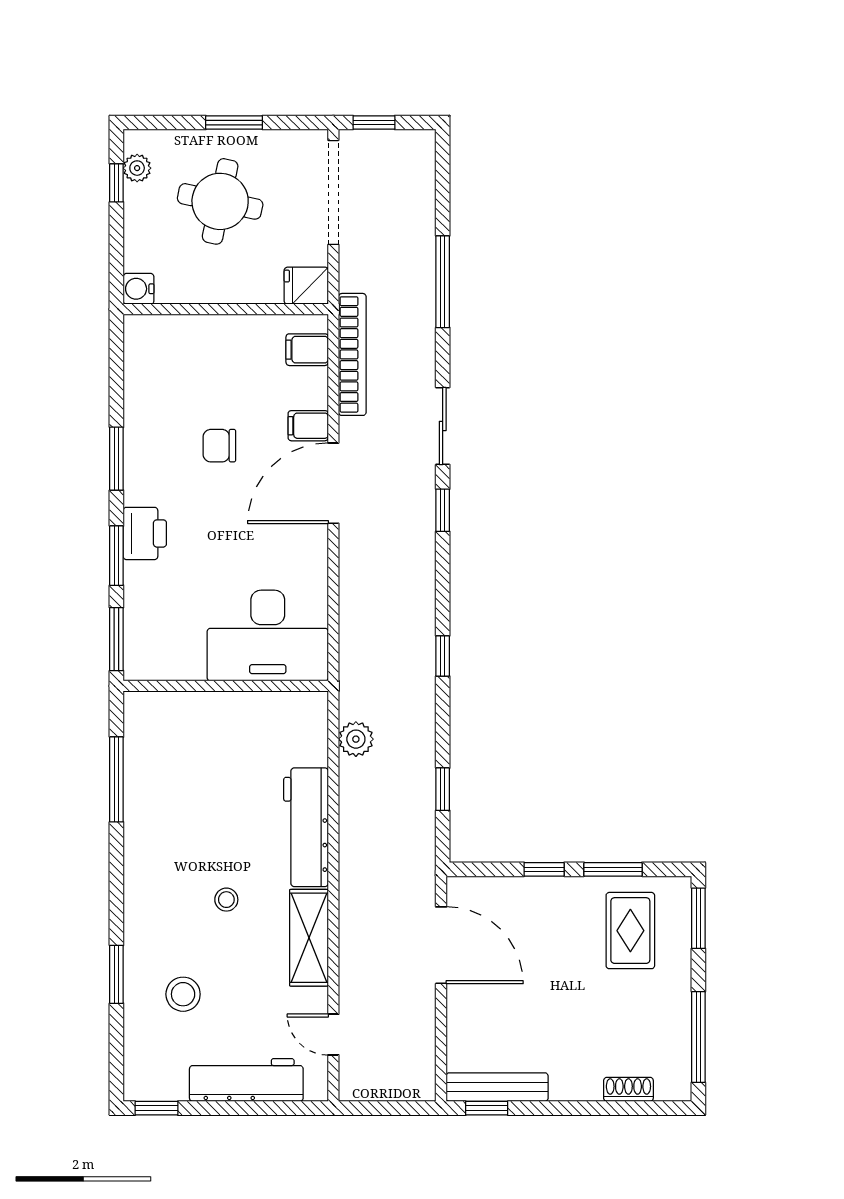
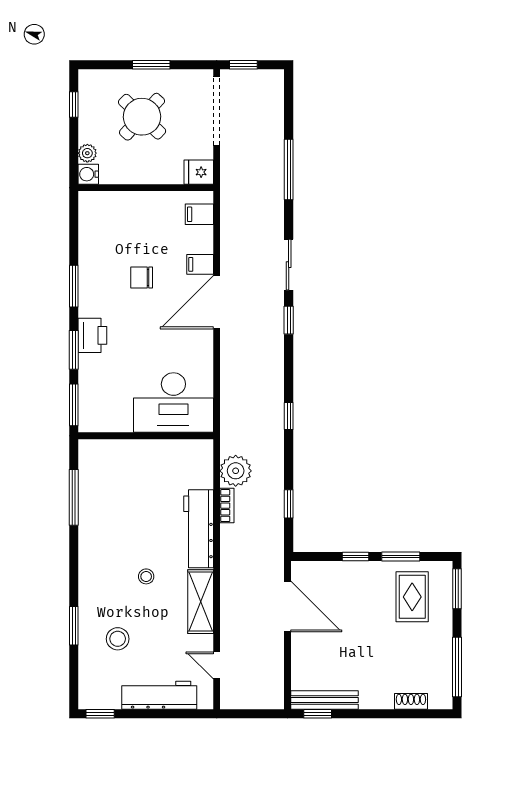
plant: (137, 168) -> (87, 153), moved
round table: (220, 201) -> (142, 117), turned 31
bookcase: (352, 354) -> (227, 506), moved, width x0.43, depth x0.76
plant: (356, 739) -> (236, 471), width x1.36, depth x1.36

